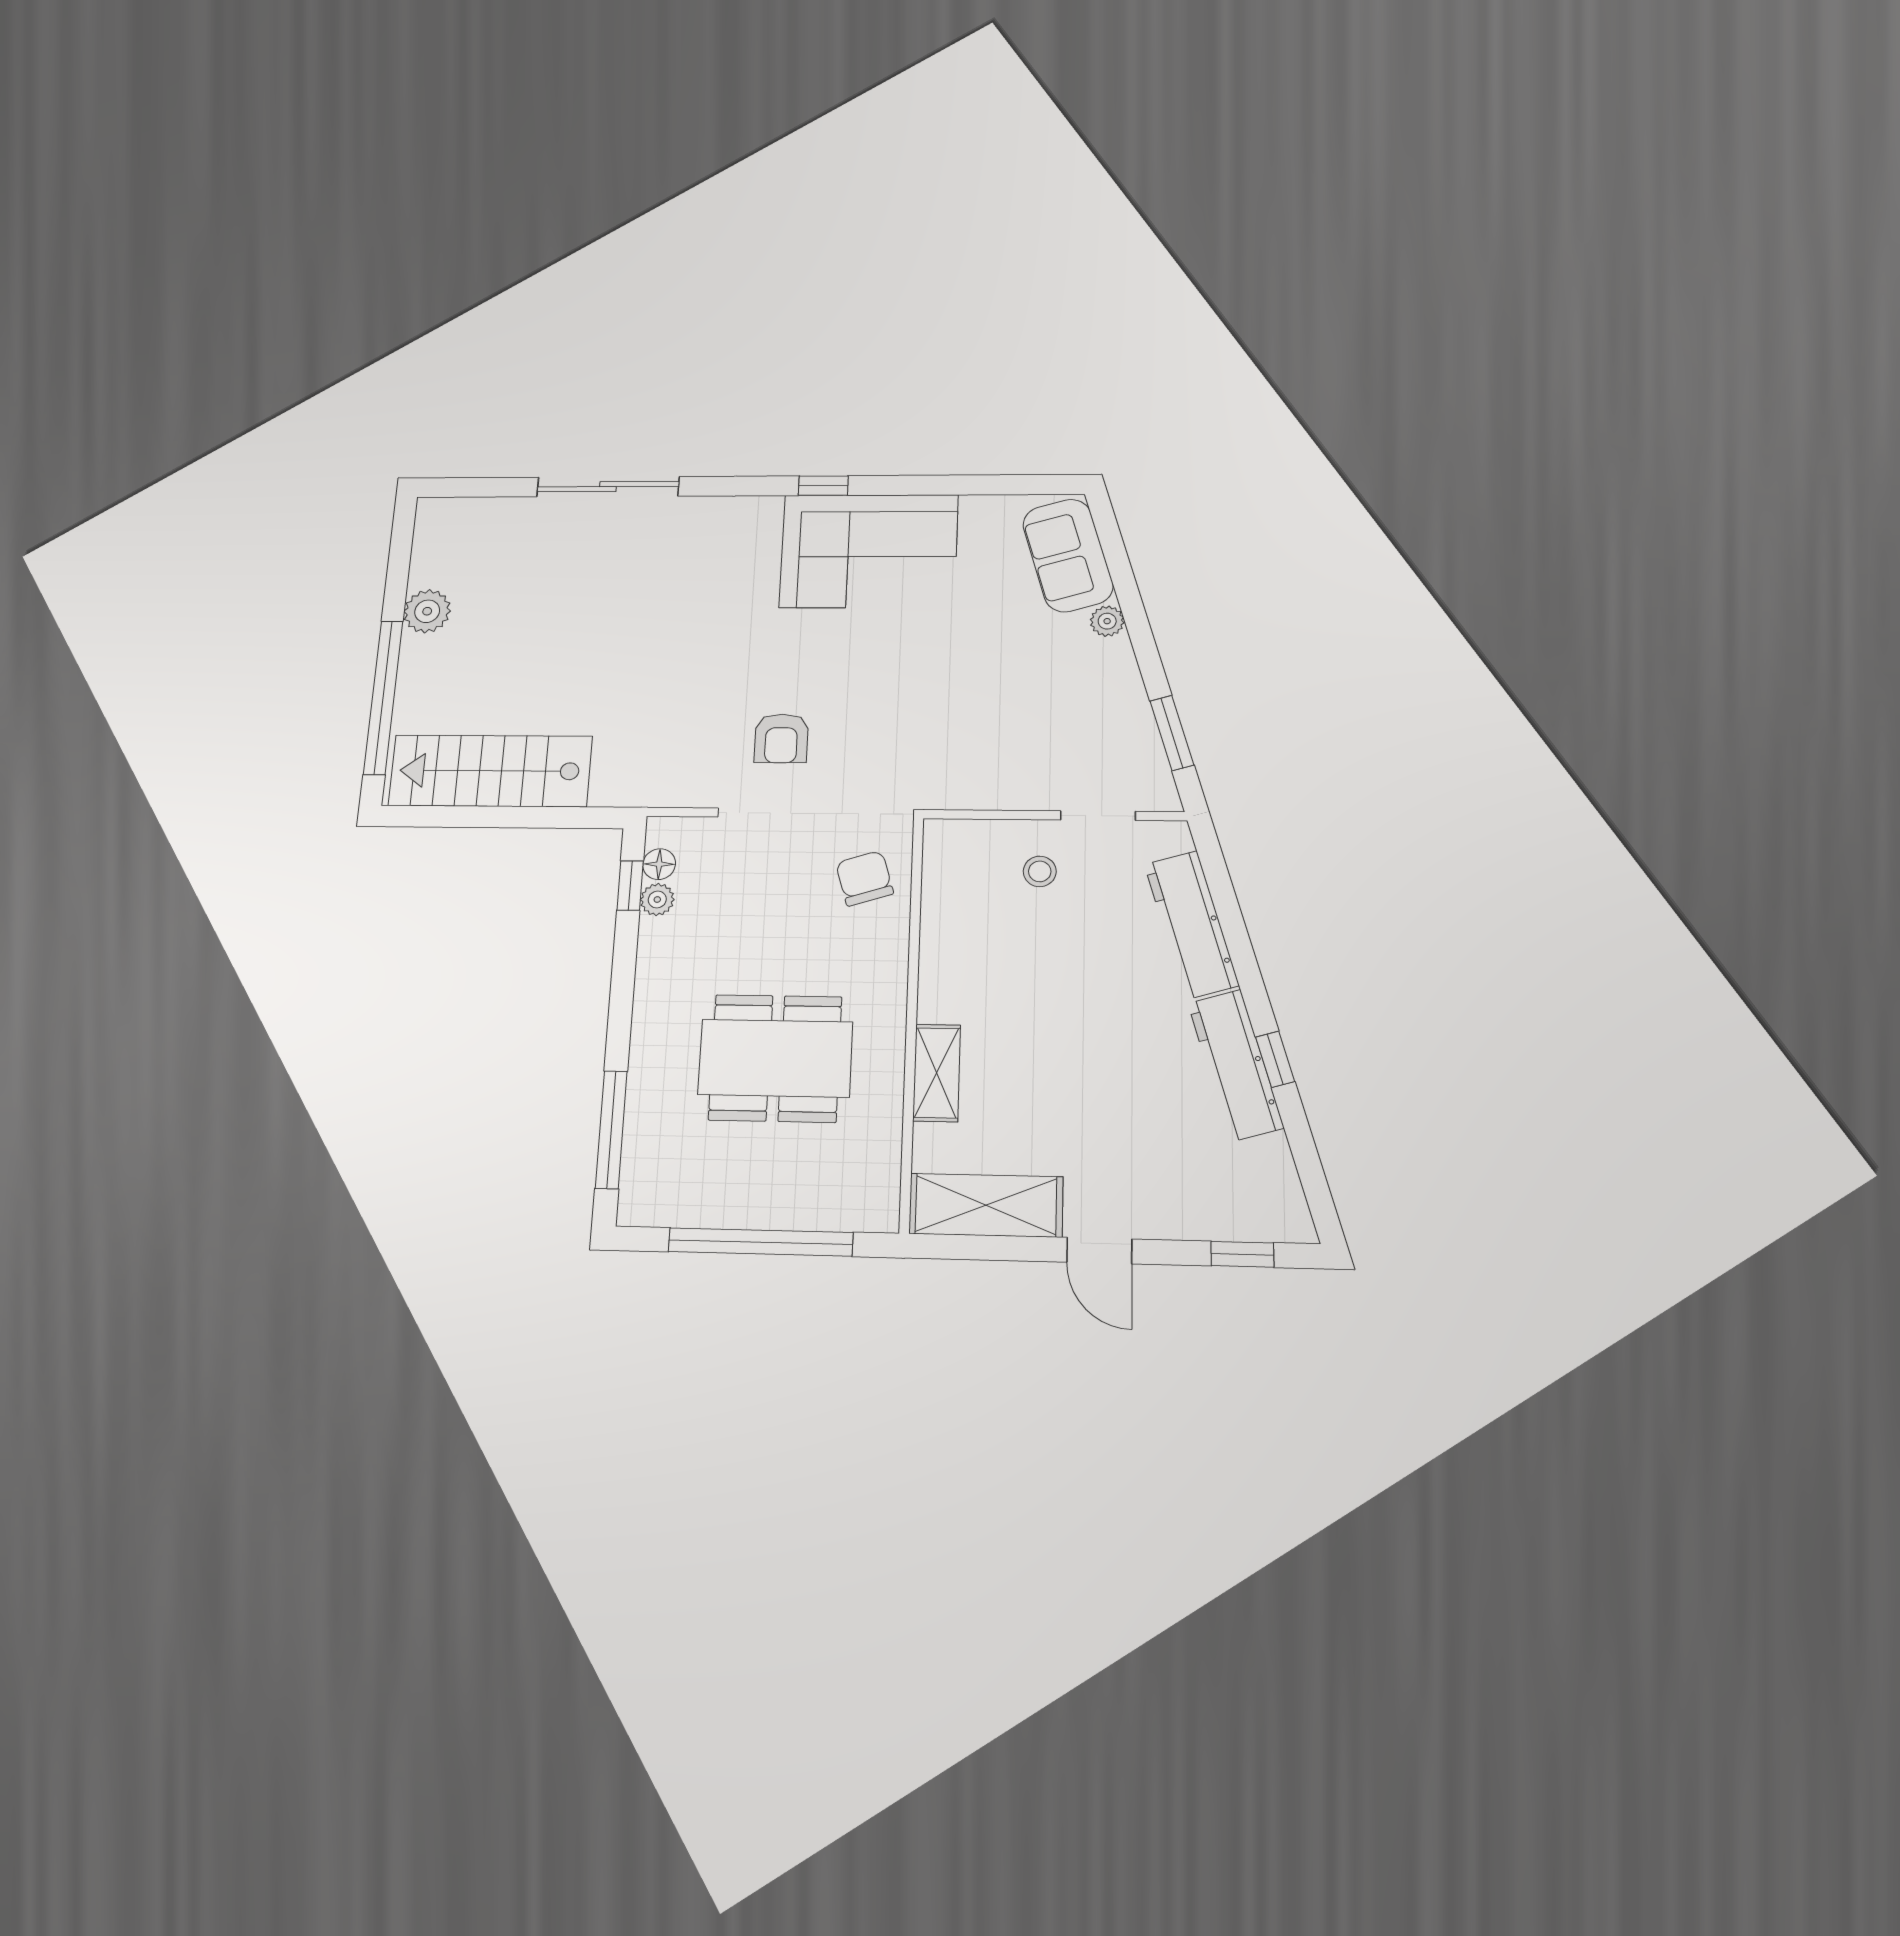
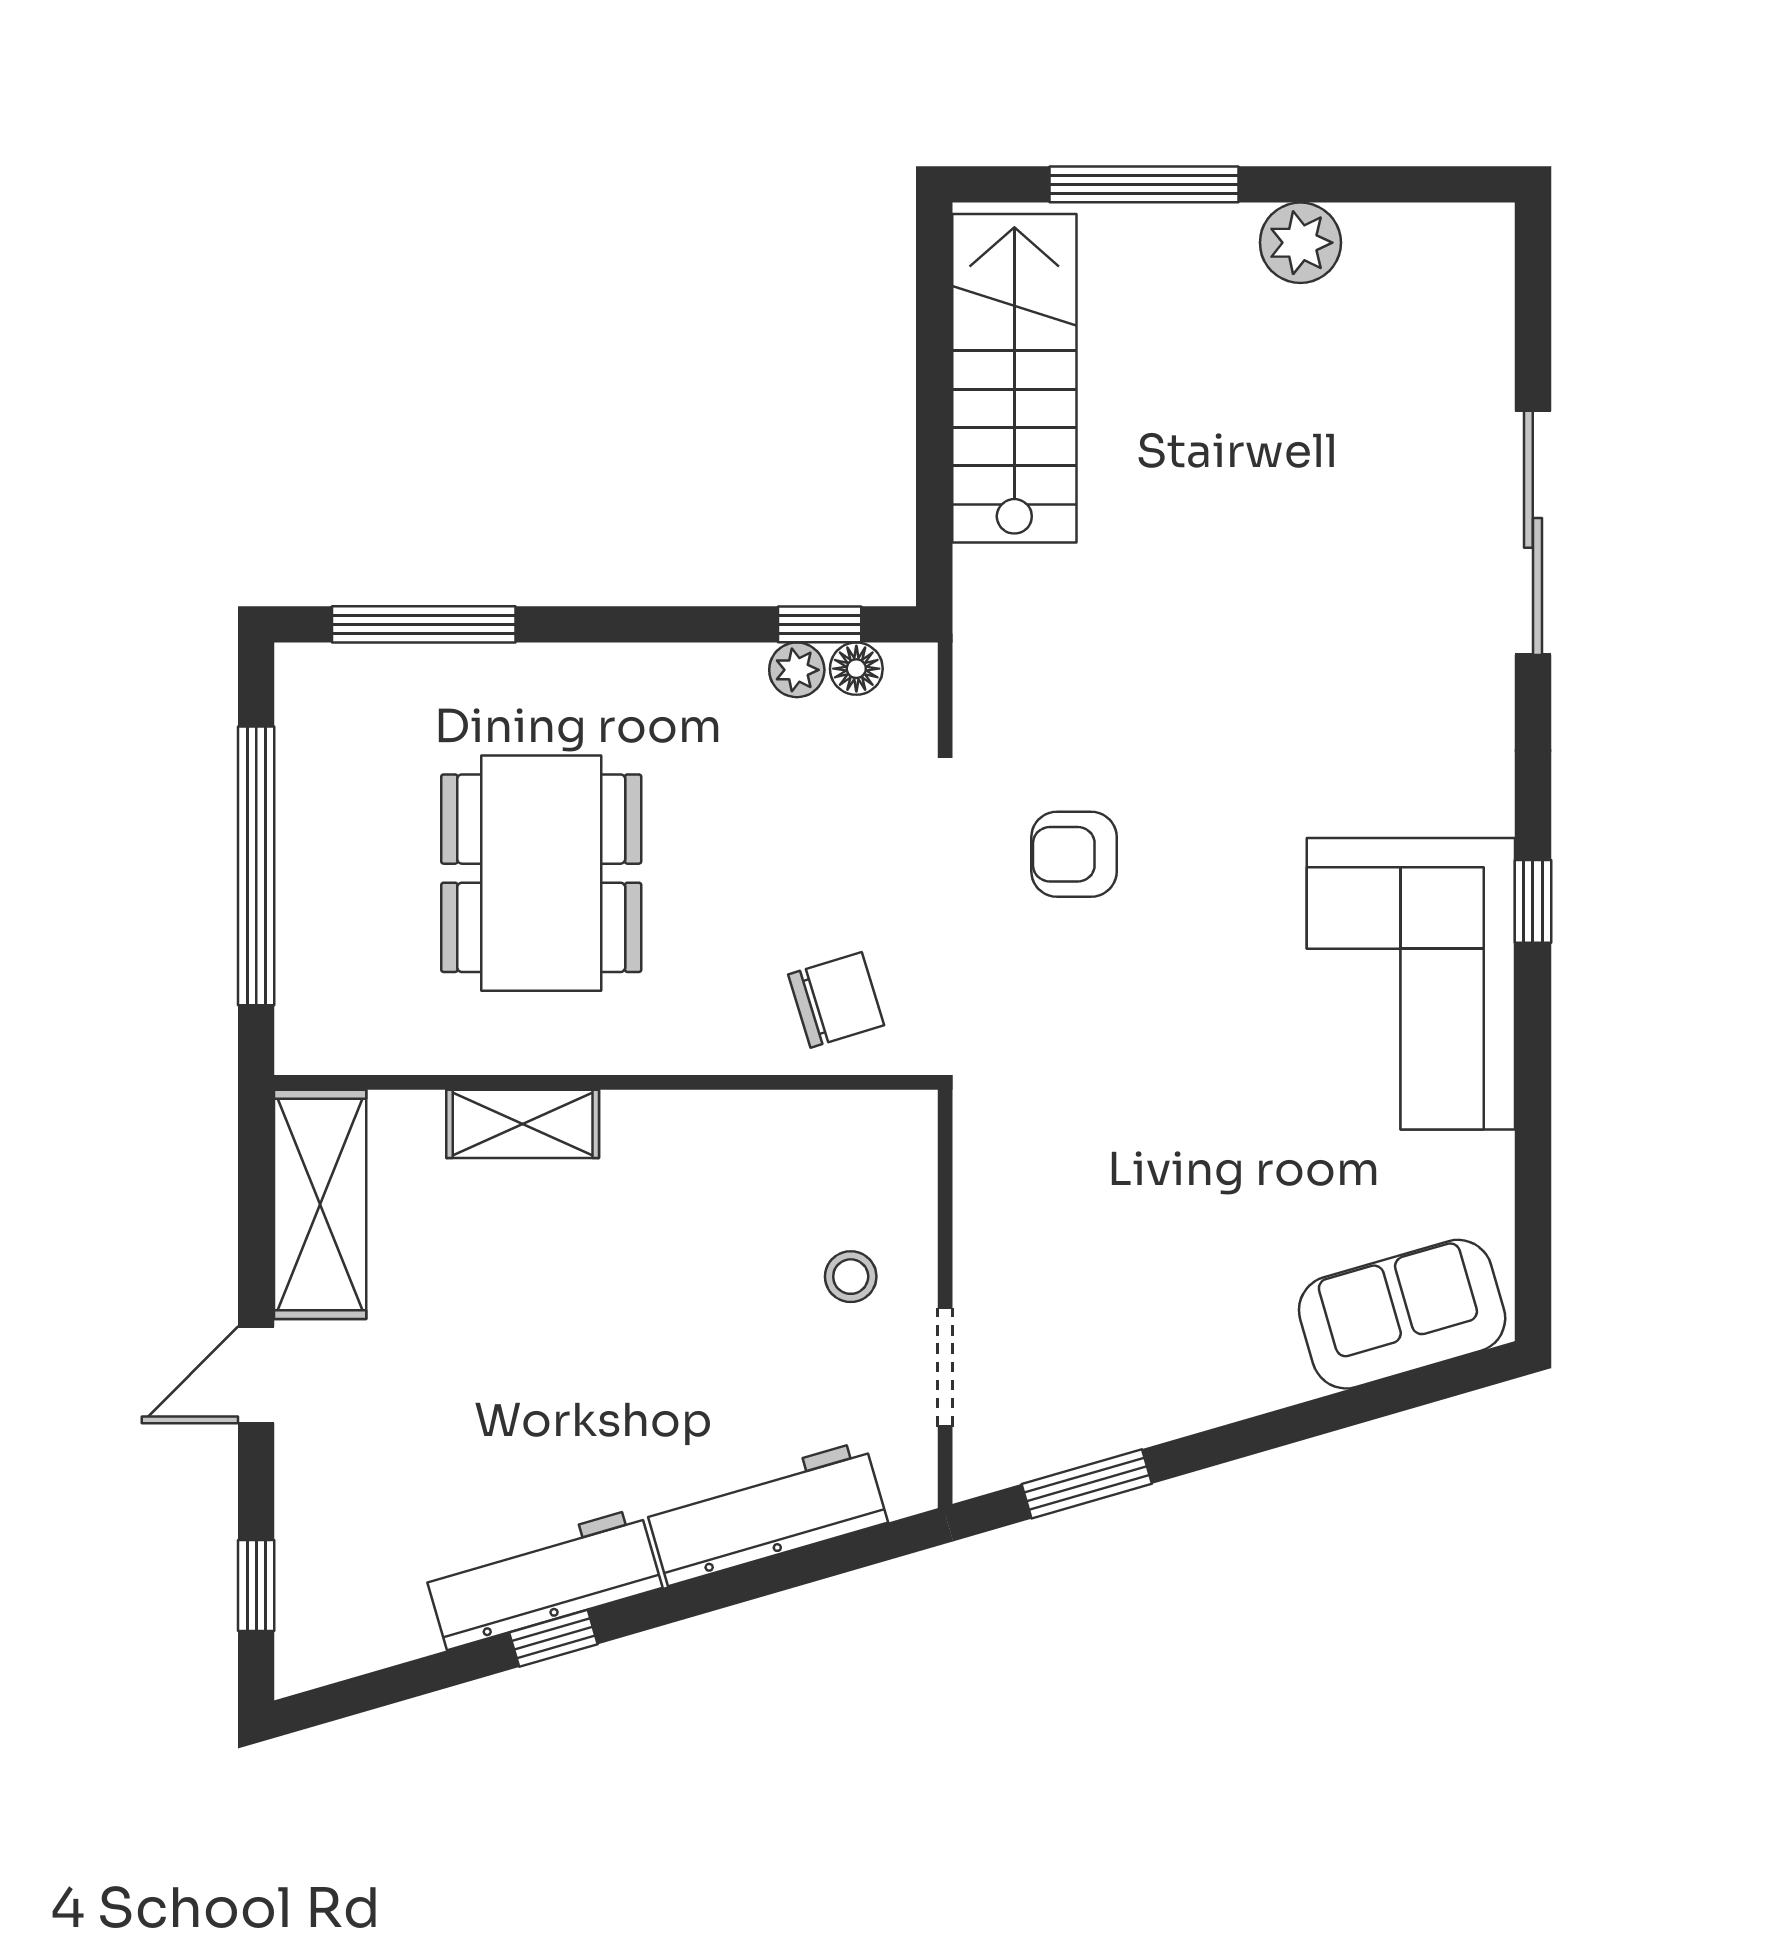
plant: (1107, 621) -> (1283, 1379), removed
window: (383, 697) -> (1144, 184), width x0.68

